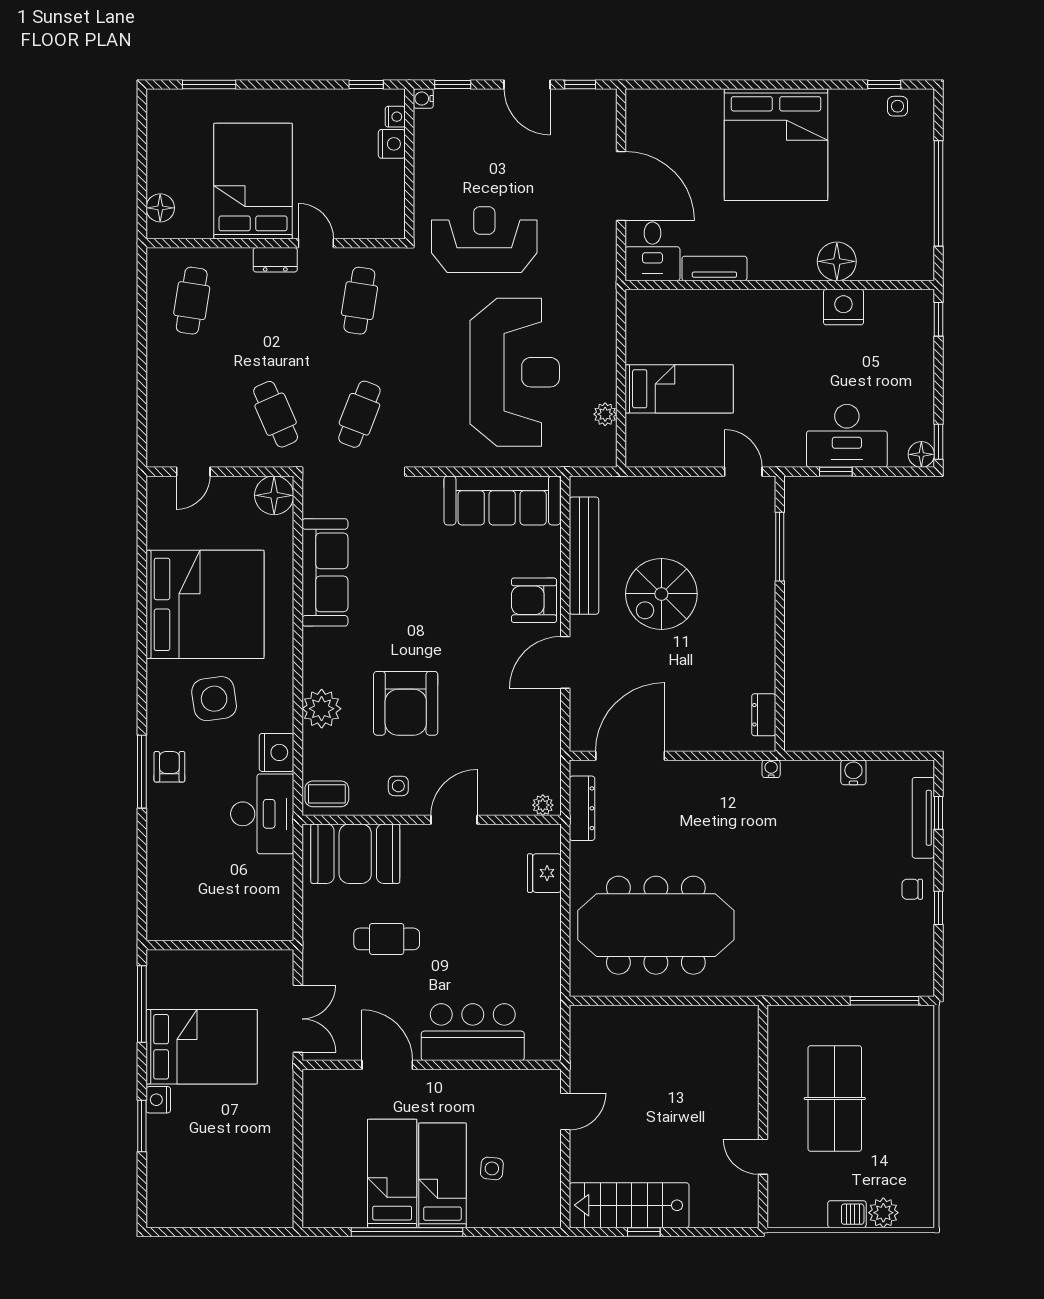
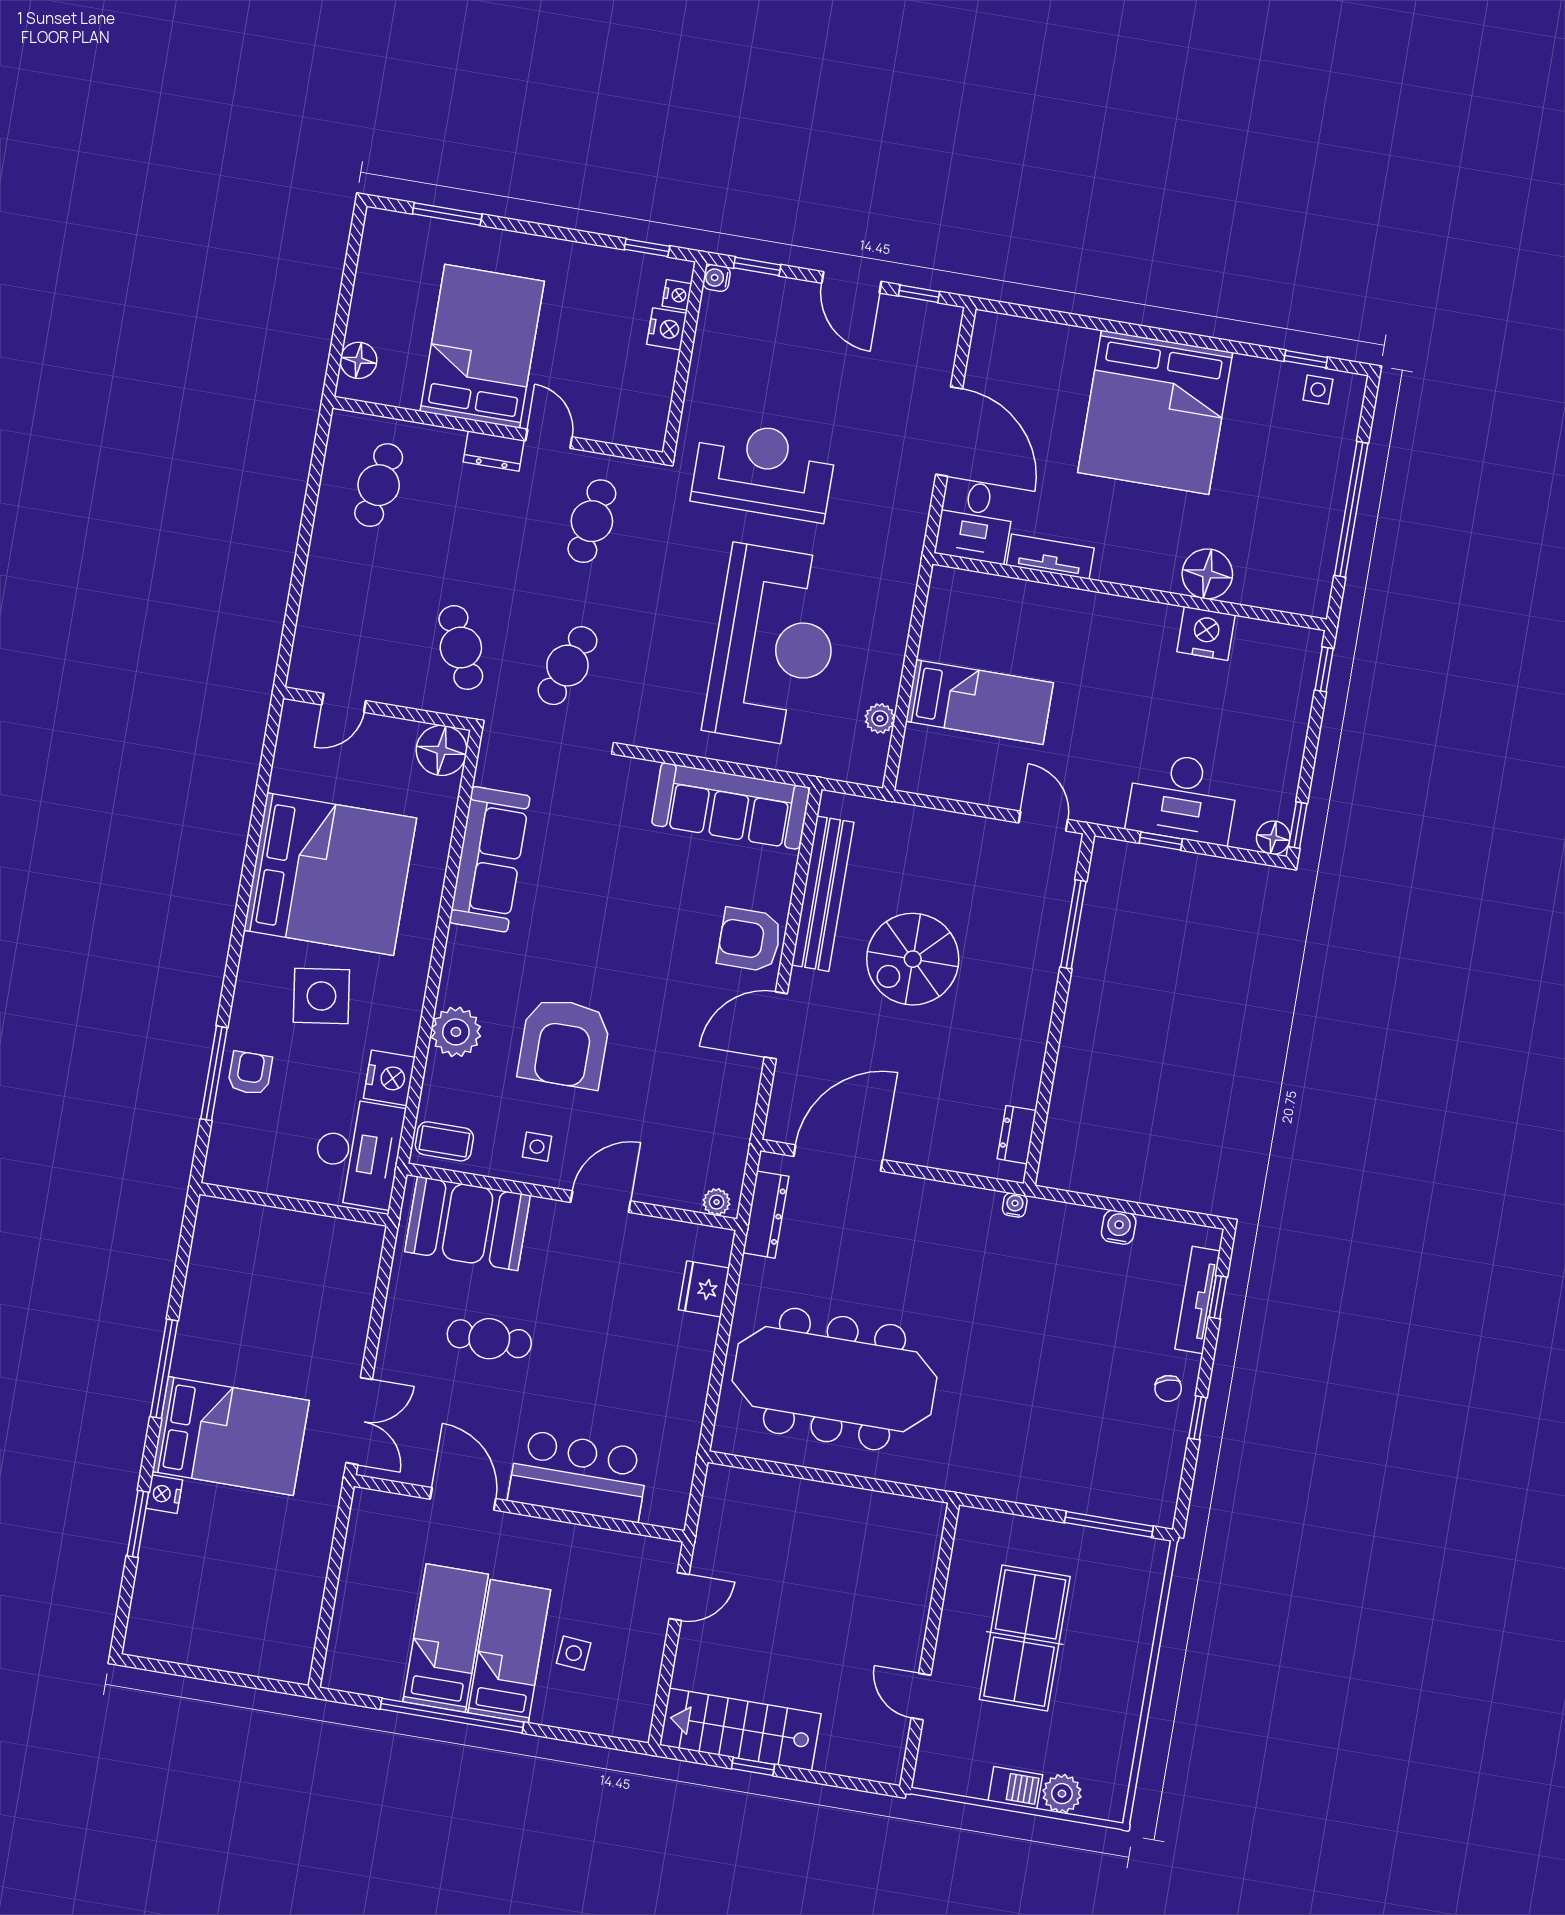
chair: (912, 889) -> (1168, 1388), turned -107
wall: (220, 945) -> (294, 1204), moved

